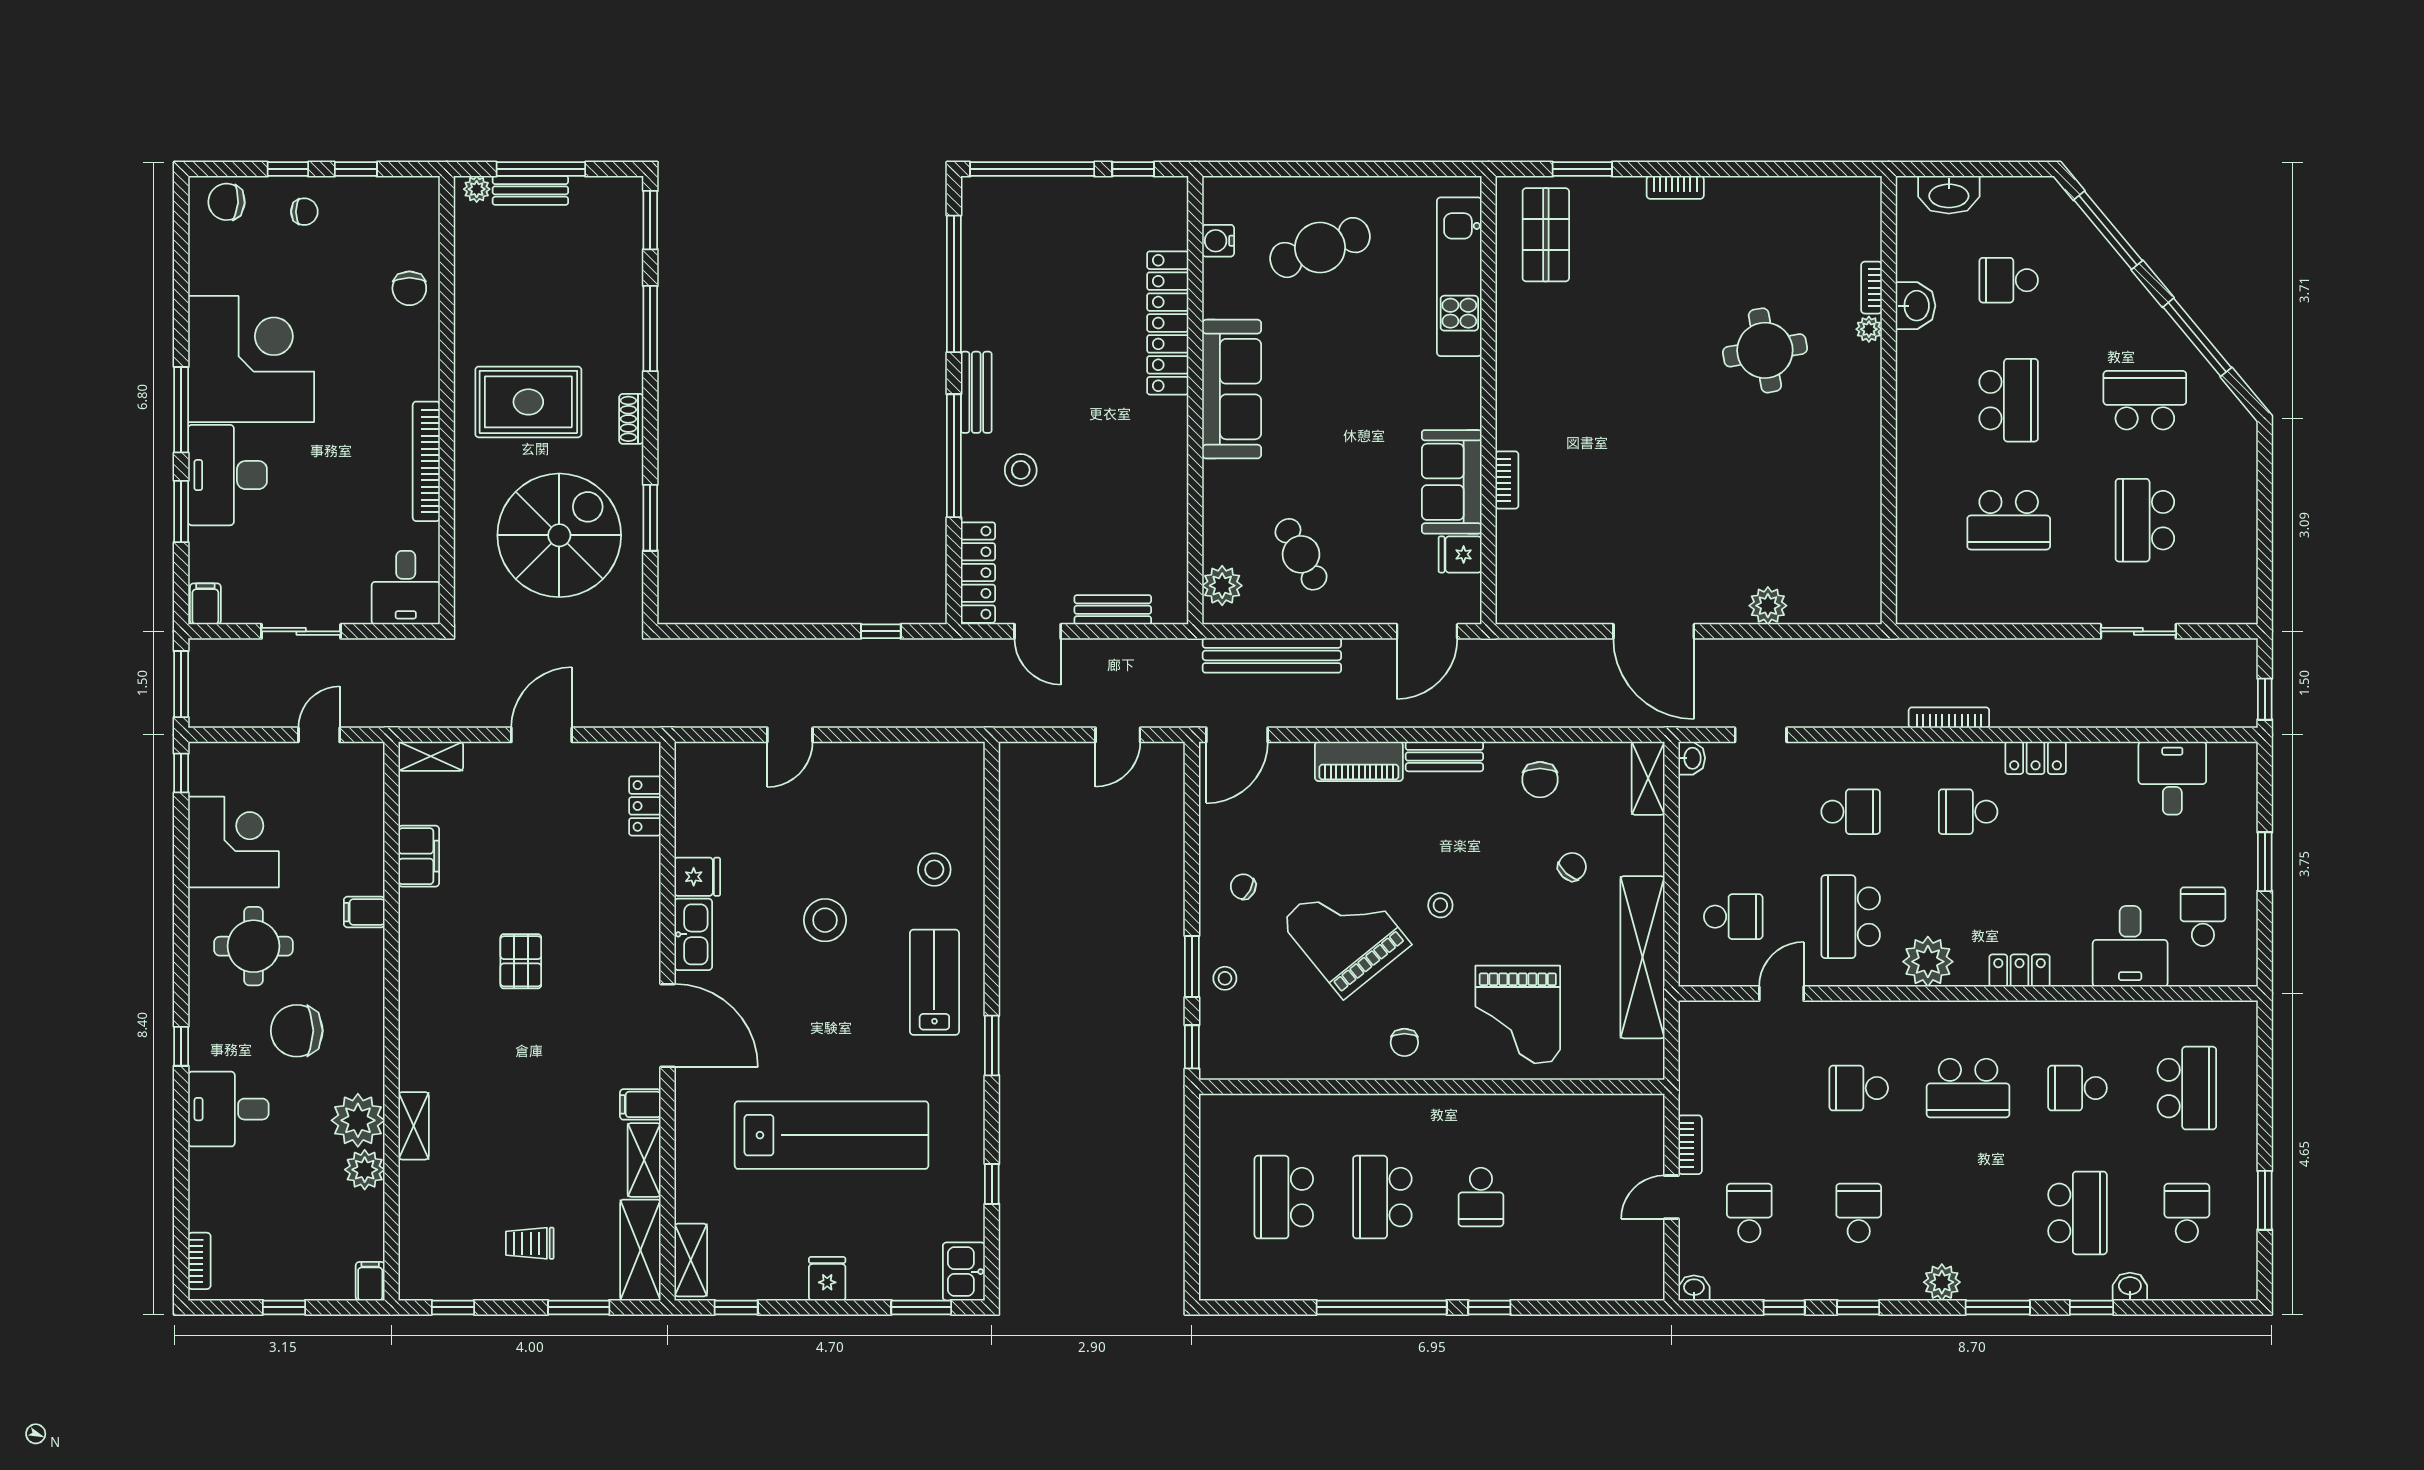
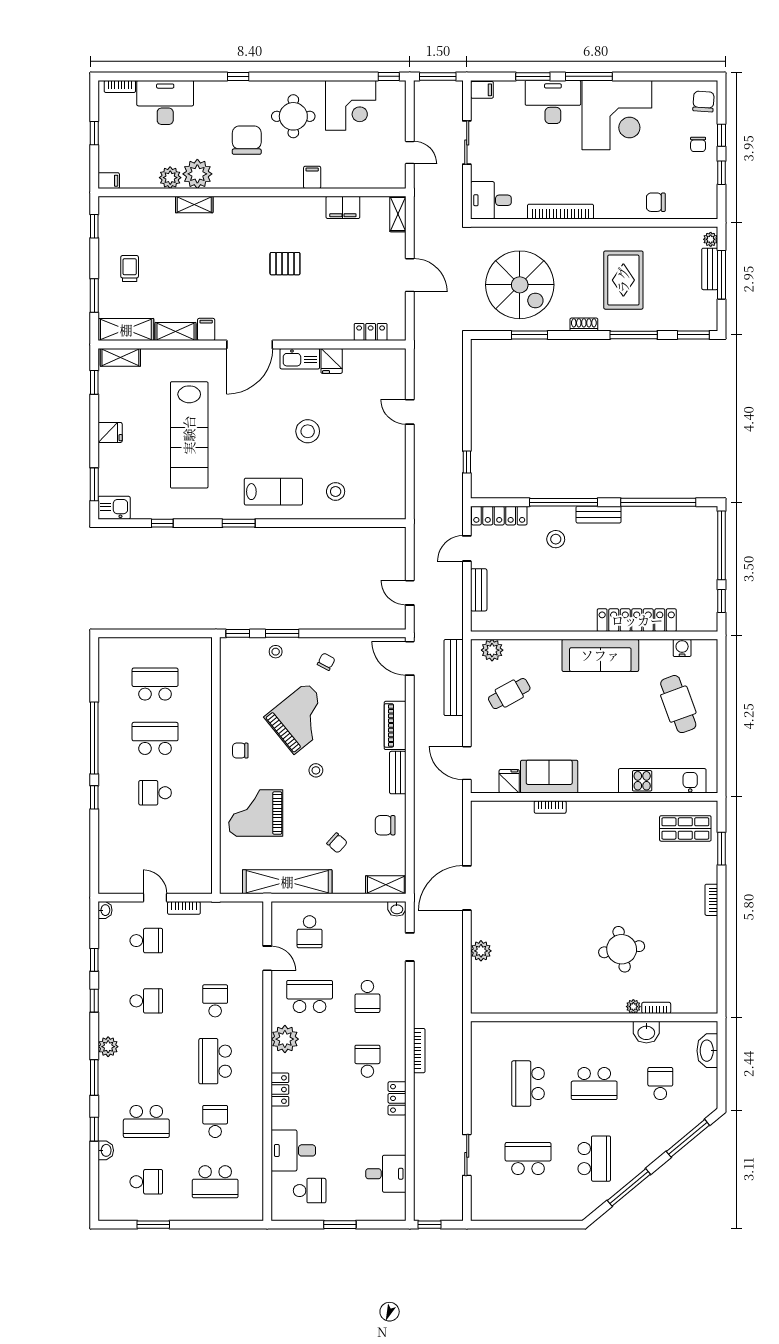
rug: (528, 402) -> (623, 280), moved
desk: (228, 1109) -> (165, 102), moved, width x1.37

